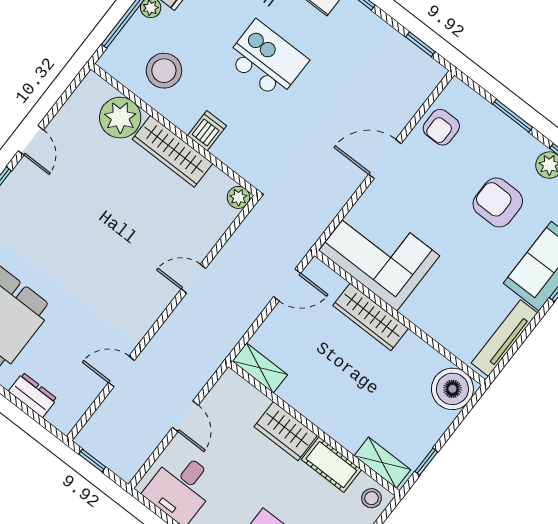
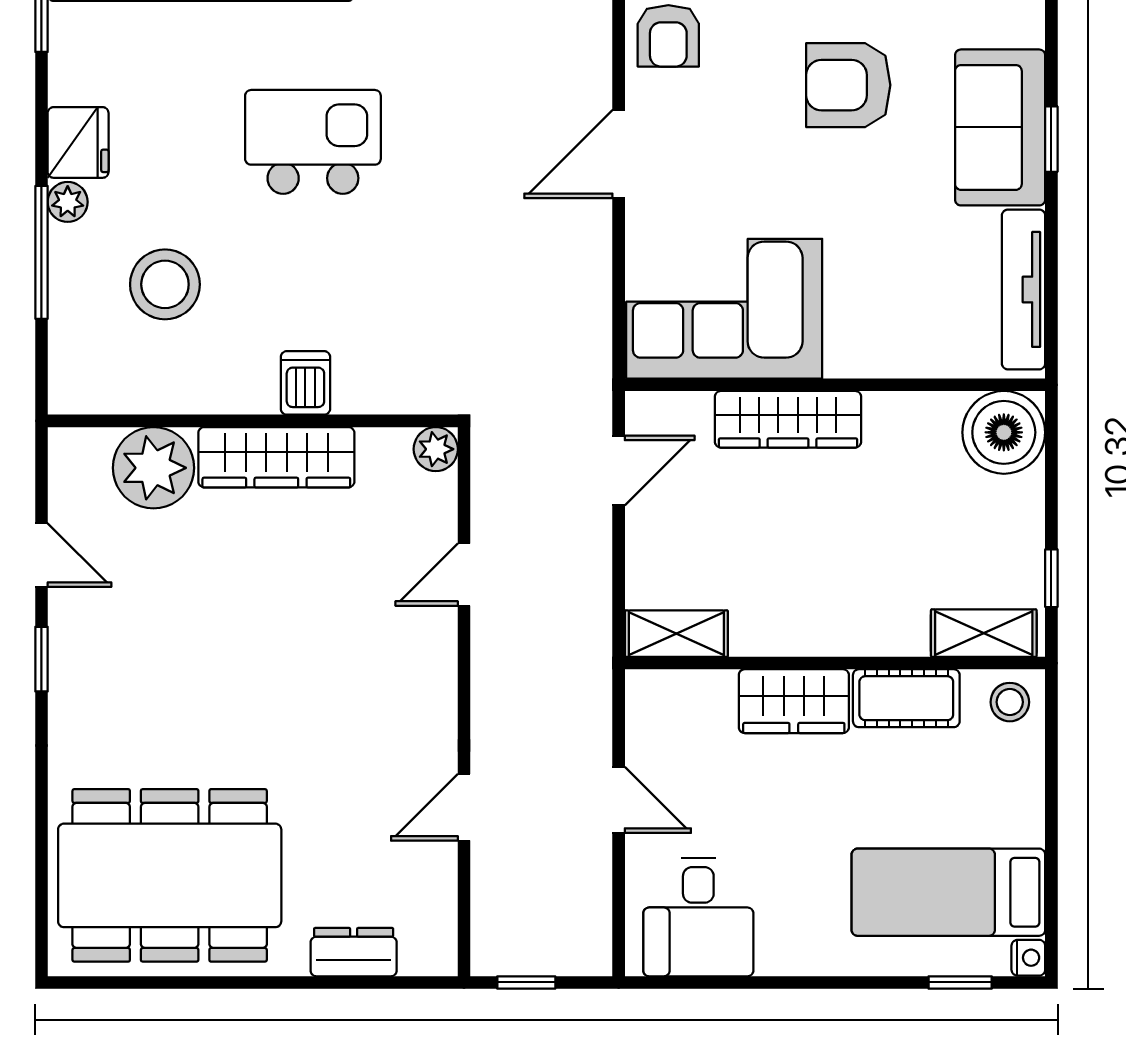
plant: (120, 118) -> (153, 468), moved
wall: (174, 130) -> (253, 421), moved
dishwasher: (207, 131) -> (305, 383), moved
wardrobe: (172, 151) -> (276, 457), moved
plant: (238, 197) -> (436, 449), moved

